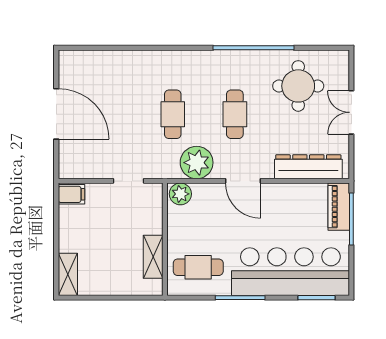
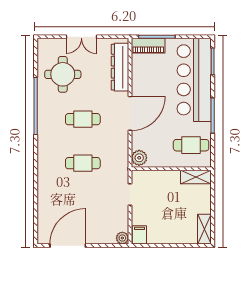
door: (56, 114) -> (68, 246), moved
plant: (197, 163) -> (122, 238), moved, width x0.53, depth x0.53
door: (243, 181) -> (130, 113), width x1.36
shelving: (153, 257) -> (196, 177), moved
cafe table: (198, 267) -> (191, 145), turned 90
shelving: (68, 274) -> (204, 229), moved, turned 90

